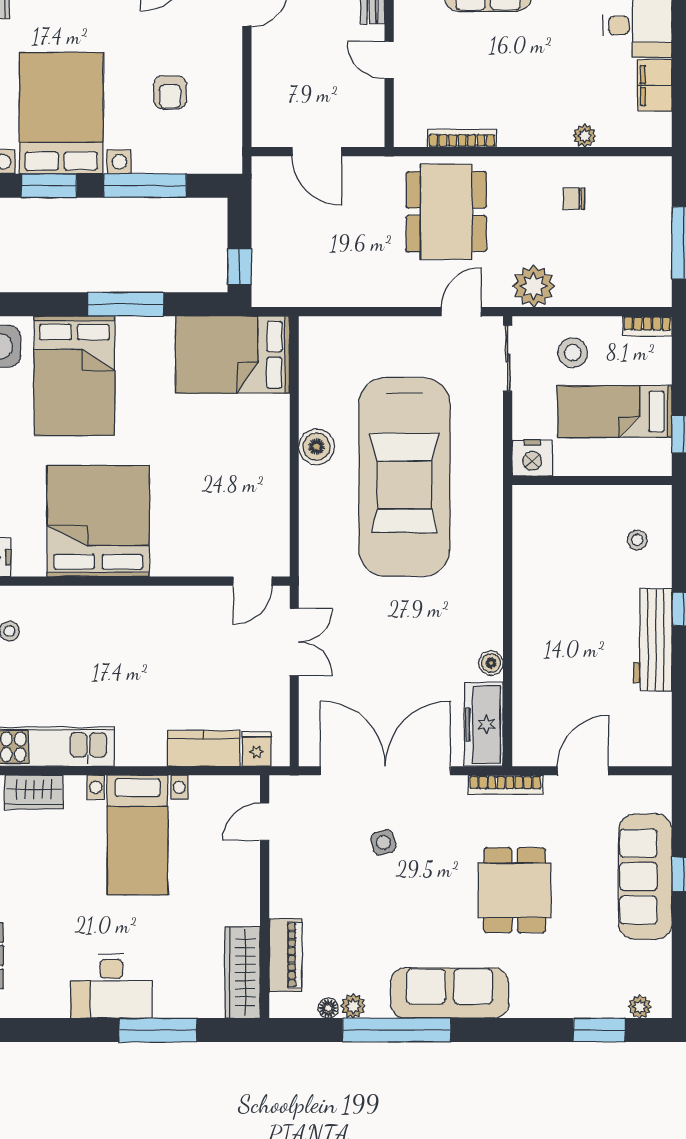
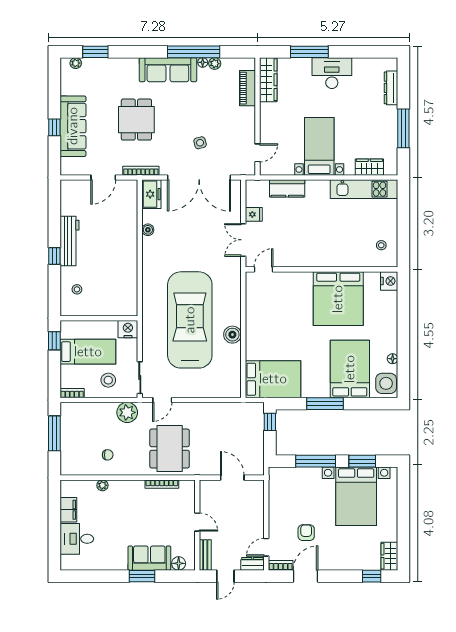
armchair: (170, 92) -> (306, 533), moved
freezer: (484, 724) -> (151, 194), width x0.71
fridge: (257, 749) -> (254, 214), moved, turned -90
floor lamp: (328, 1008) -> (203, 62), moved

